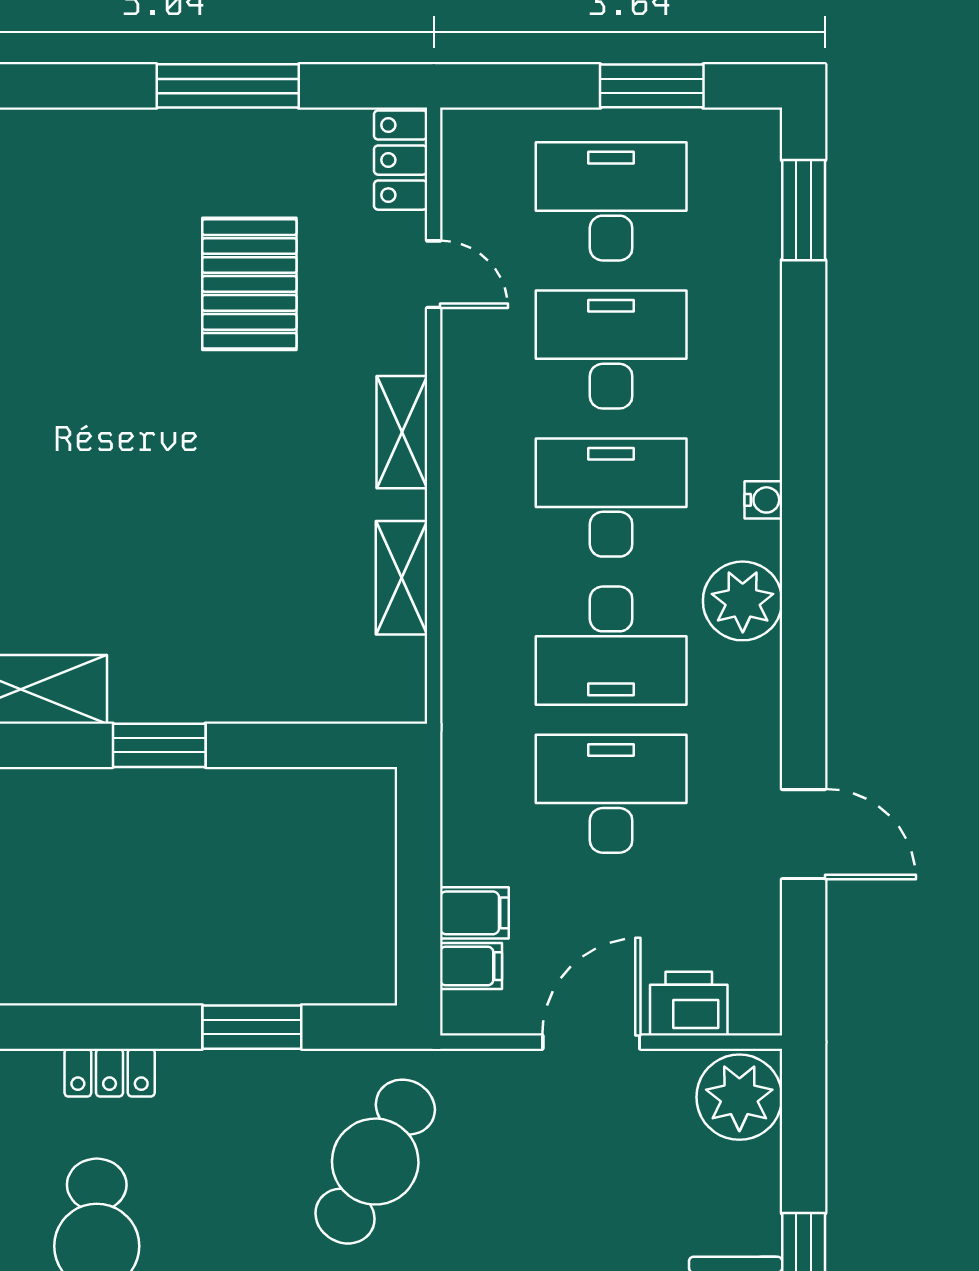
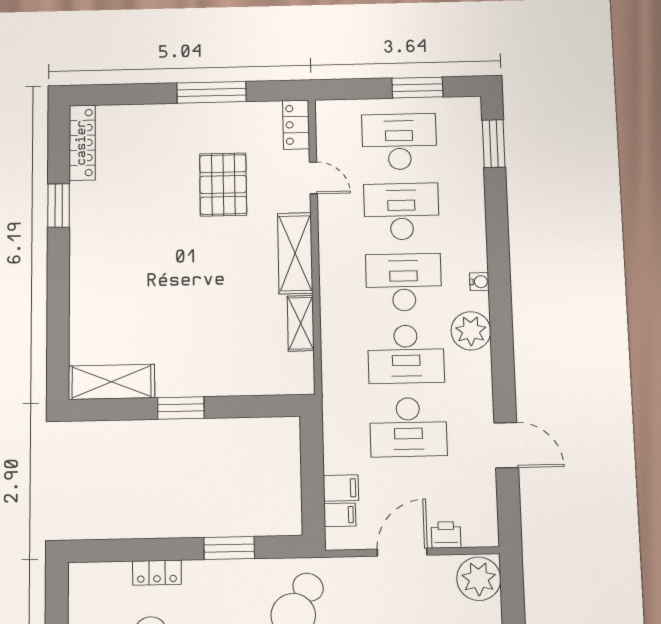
shelving: (402, 432) -> (295, 253), width x1.50, depth x1.33
desk: (611, 794) -> (408, 427), turned 180
printer: (689, 1004) -> (446, 535), width x0.73, depth x0.81

